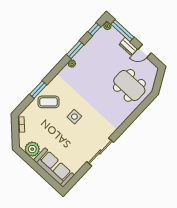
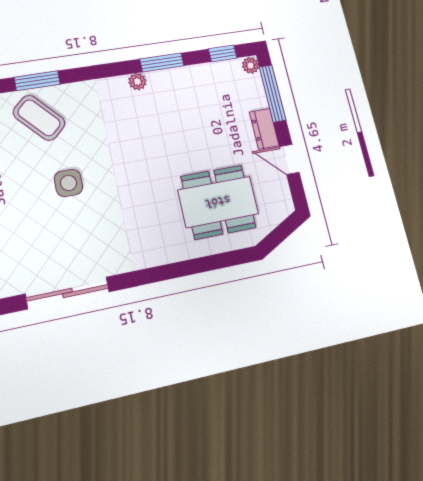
dining table: (129, 85) -> (218, 202), turned 90

